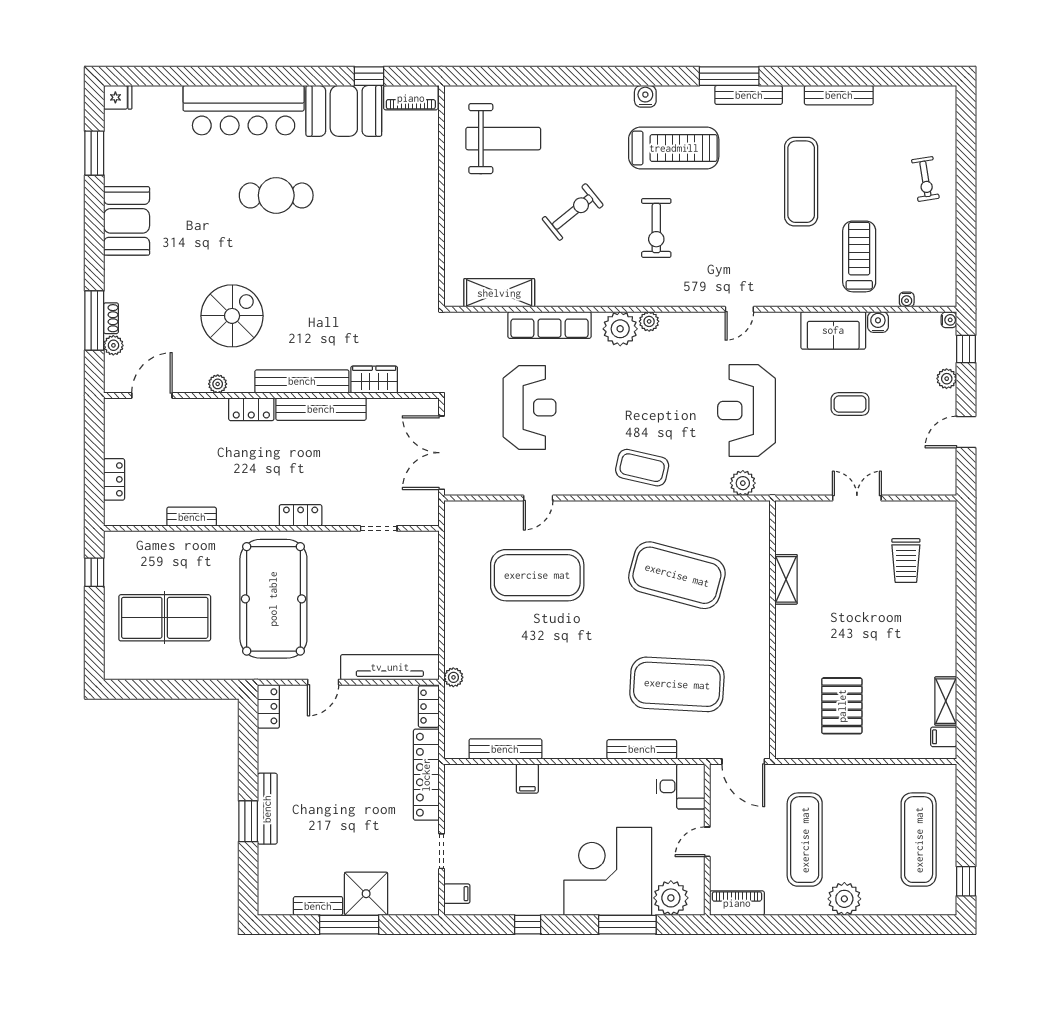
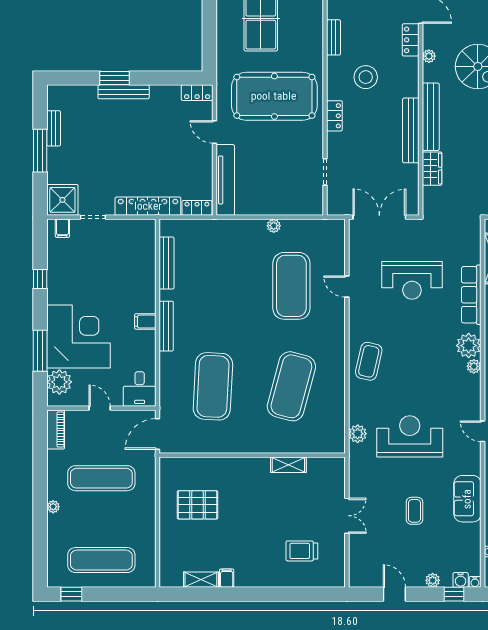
water cooler: (878, 322) -> (461, 580), moved, turned 90
locker: (251, 409) -> (411, 40), moved
stool: (247, 472) -> (366, 77), added
plant: (453, 677) -> (274, 226), moved
filing cabinet: (944, 737) -> (227, 578), moved
bench: (642, 749) -> (166, 326), moved
filing cabinet: (527, 778) -> (145, 321), moved
shower: (366, 894) -> (62, 200), moved
plant: (844, 899) -> (53, 507), width x0.53, depth x0.53

